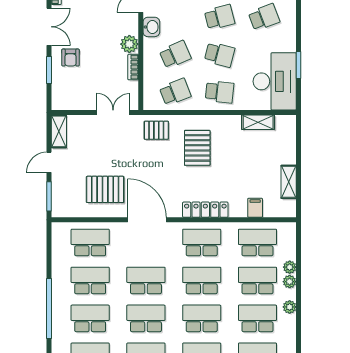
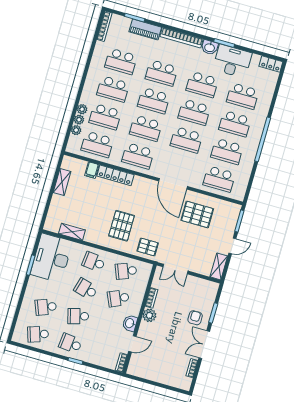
locker: (205, 210) -> (115, 175), moved
plant: (290, 307) -> (76, 130), moved

